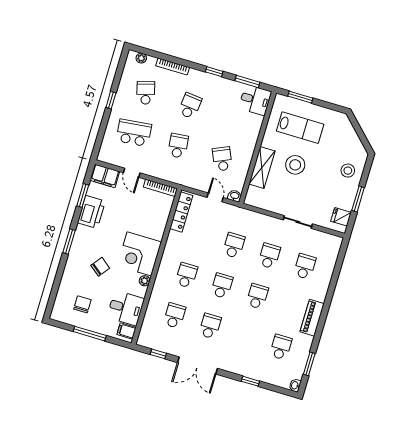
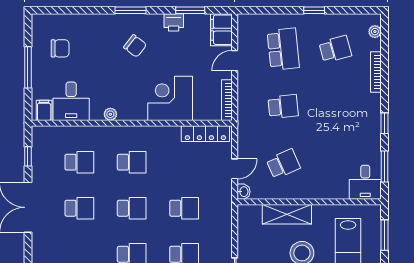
school desk: (190, 106) -> (335, 106), removed
printer: (91, 212) -> (174, 22), width x0.53, depth x0.68
corner desk: (139, 254) -> (170, 98), moved
chair: (100, 267) -> (135, 46), moved

